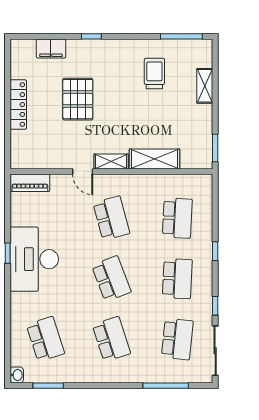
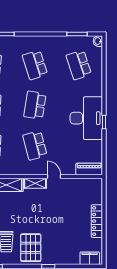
filing cabinet: (51, 49) -> (90, 258), moved
pallet: (78, 99) -> (31, 248), moved
school desk: (111, 279) -> (35, 105), turned 30

